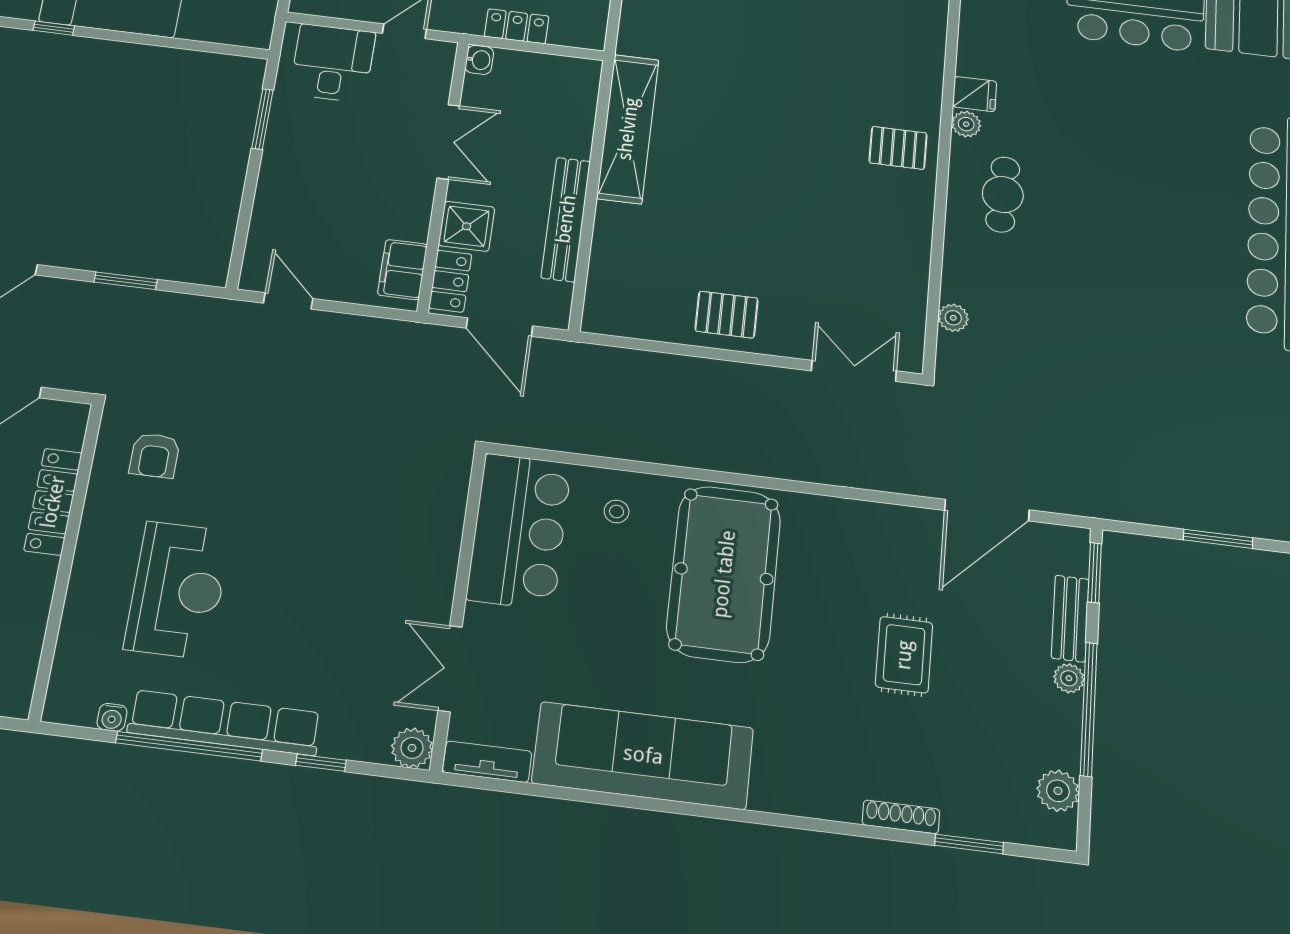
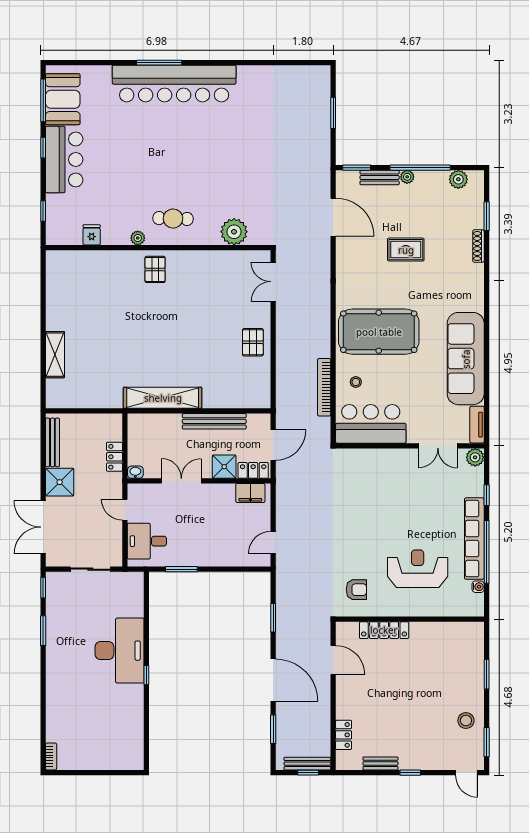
fridge: (975, 94) -> (92, 235), moved
plant: (953, 318) -> (234, 232), width x1.87, depth x1.87
bookcase: (613, 445) -> (324, 387), added

